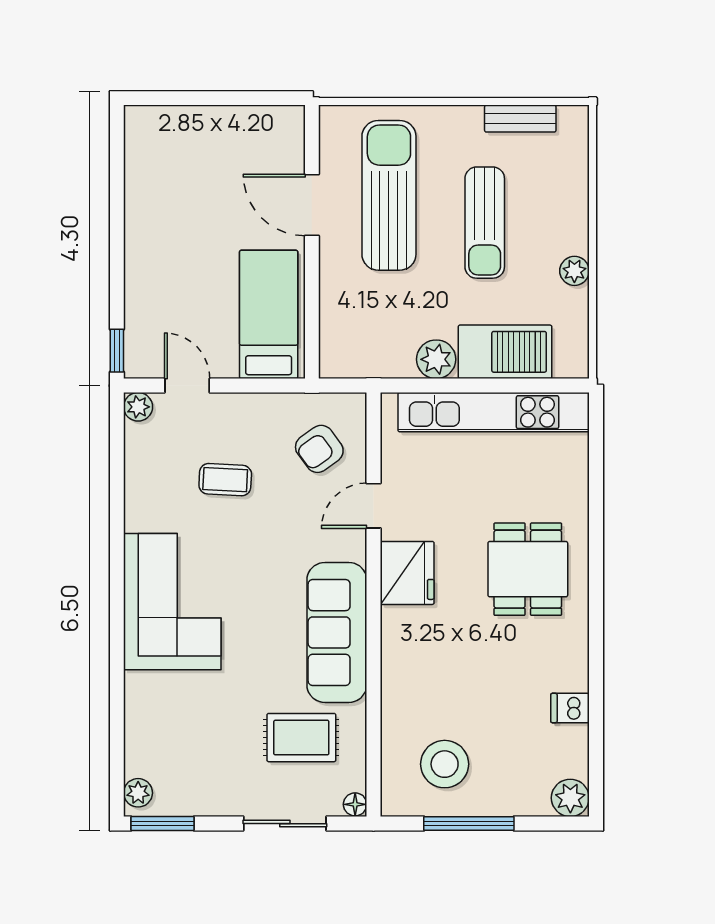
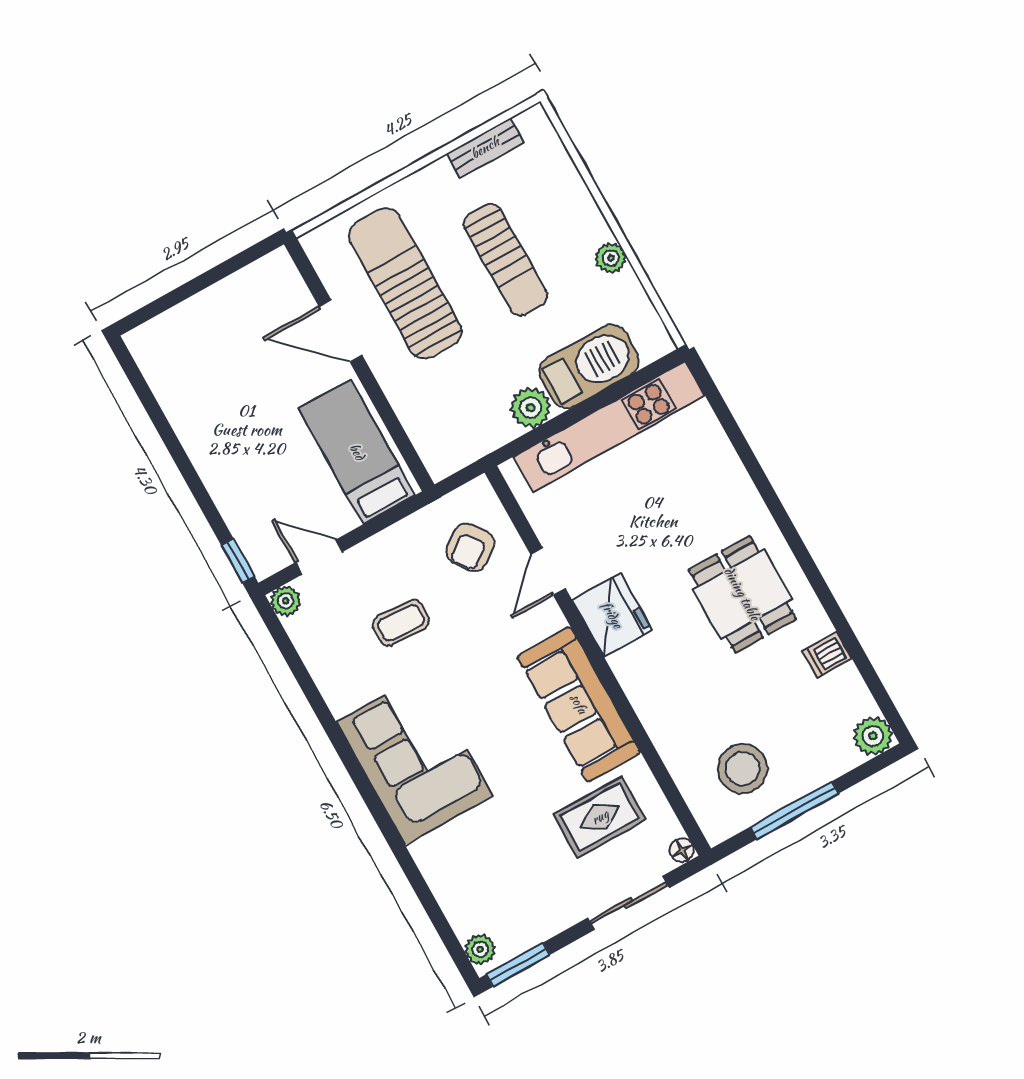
dining table: (528, 569) -> (742, 594), moved

